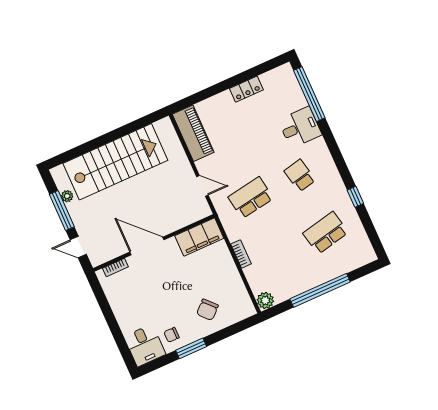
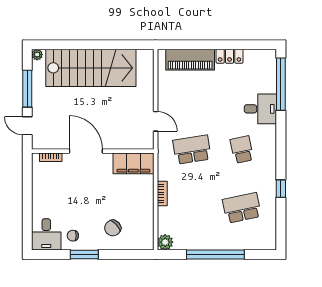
piano: (193, 133) -> (190, 60), moved, turned 90
plant: (67, 196) -> (37, 55), moved

